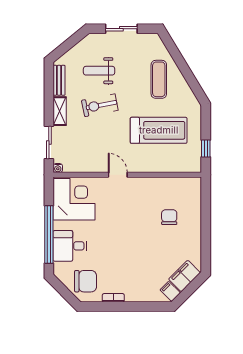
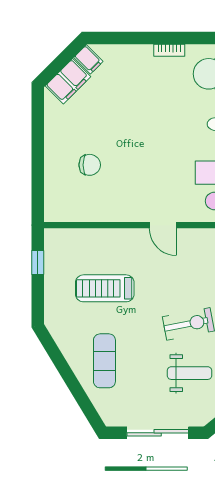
sliding door: (121, 29) -> (158, 433), width x1.37
treadmill: (159, 130) -> (105, 288), width x0.73, depth x0.73
chair: (169, 217) -> (90, 165), turned -90

